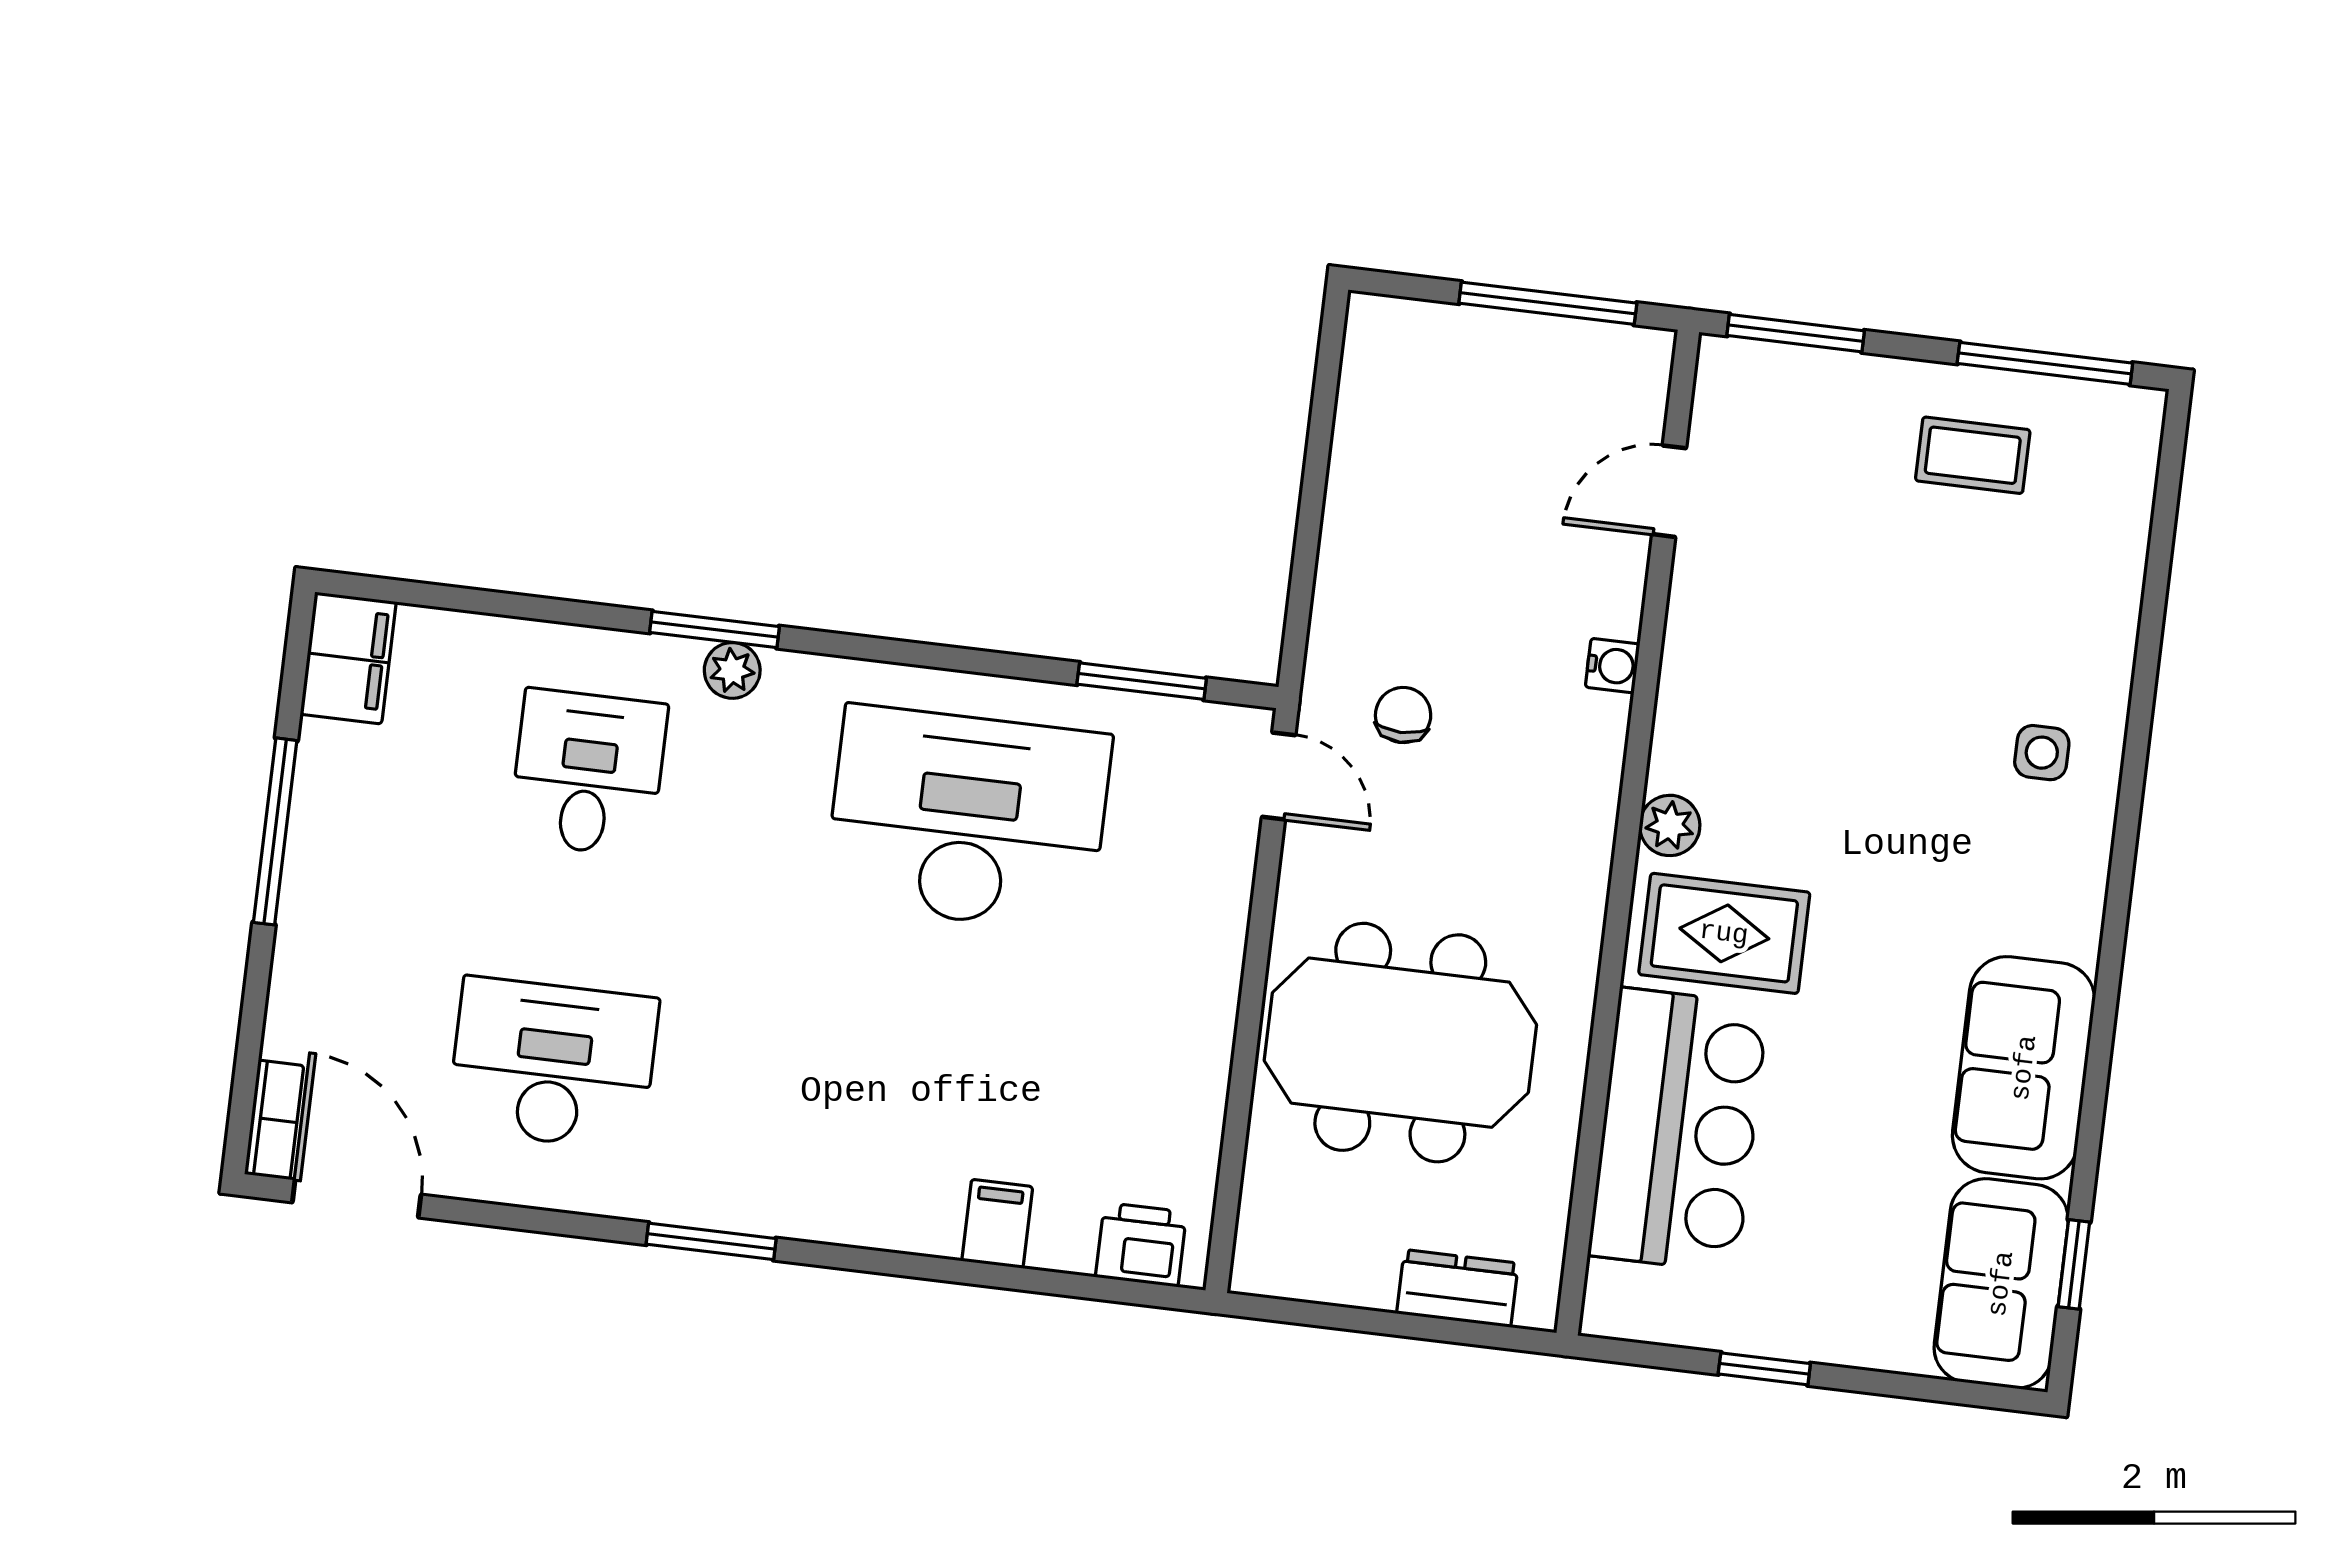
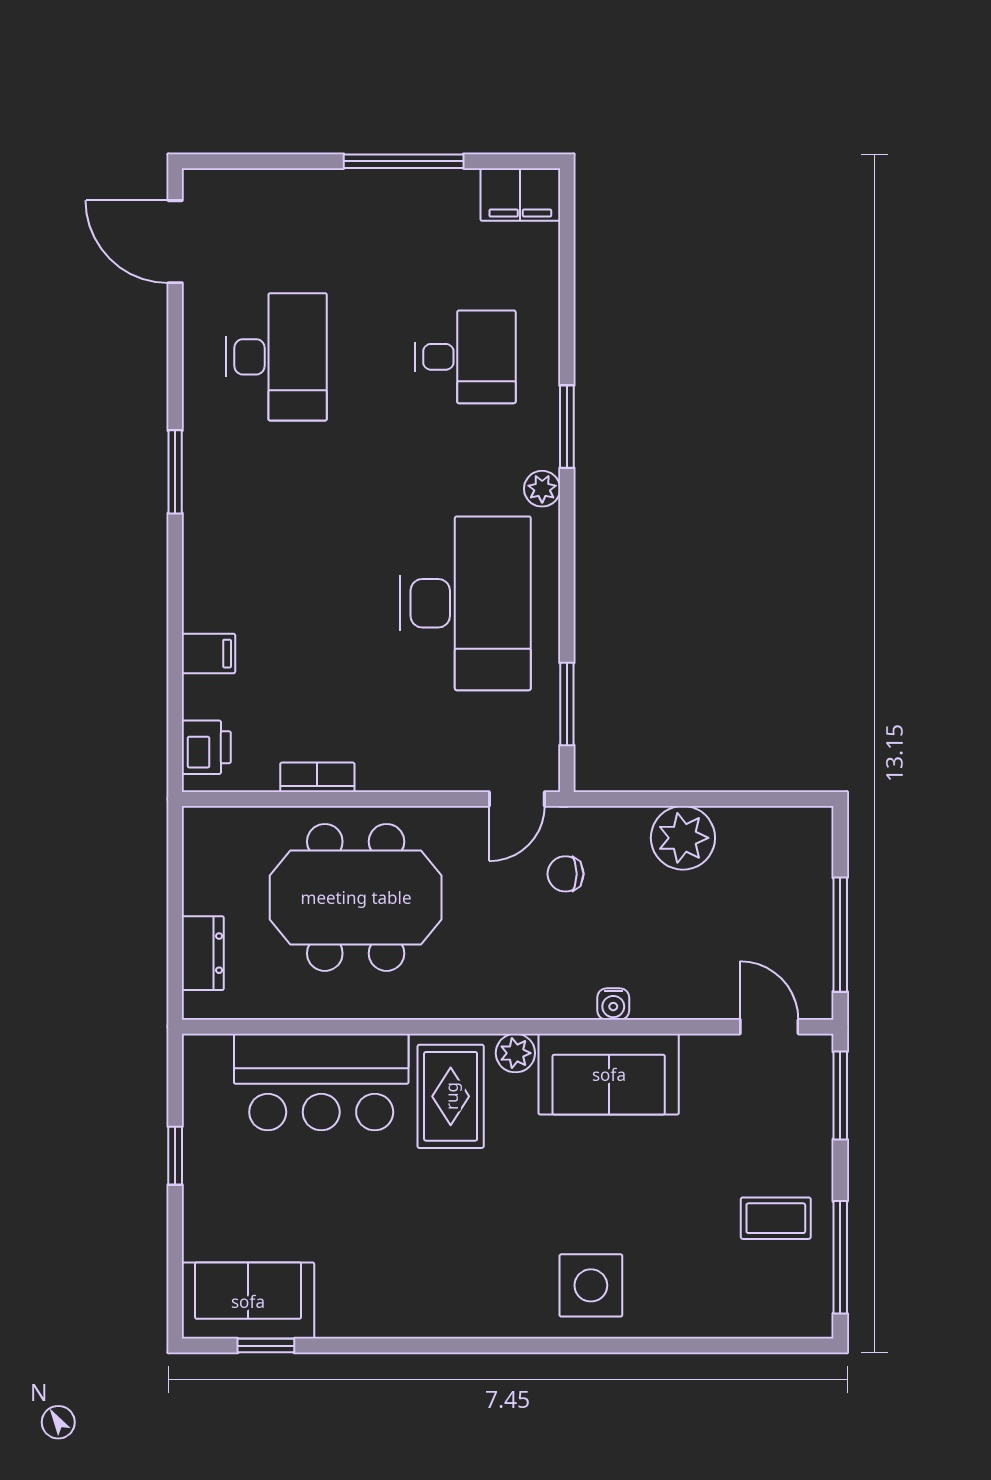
coffee table: (1973, 455) -> (776, 1218), turned 90
door: (1669, 491) -> (769, 1027), moved
plant: (1369, 527) -> (683, 838), added
plant: (732, 670) -> (542, 489), moved
chair: (1403, 715) -> (565, 874), turned 180
side table: (2042, 753) -> (591, 1285), width x1.87, depth x1.87
meeting table: (1400, 1043) -> (356, 897), turned 90
sofa: (2024, 1068) -> (609, 1074), moved, turned 180
bookcase: (274, 1120) -> (317, 777), moved, turned 180
door: (357, 1198) -> (175, 242), swing flipped

